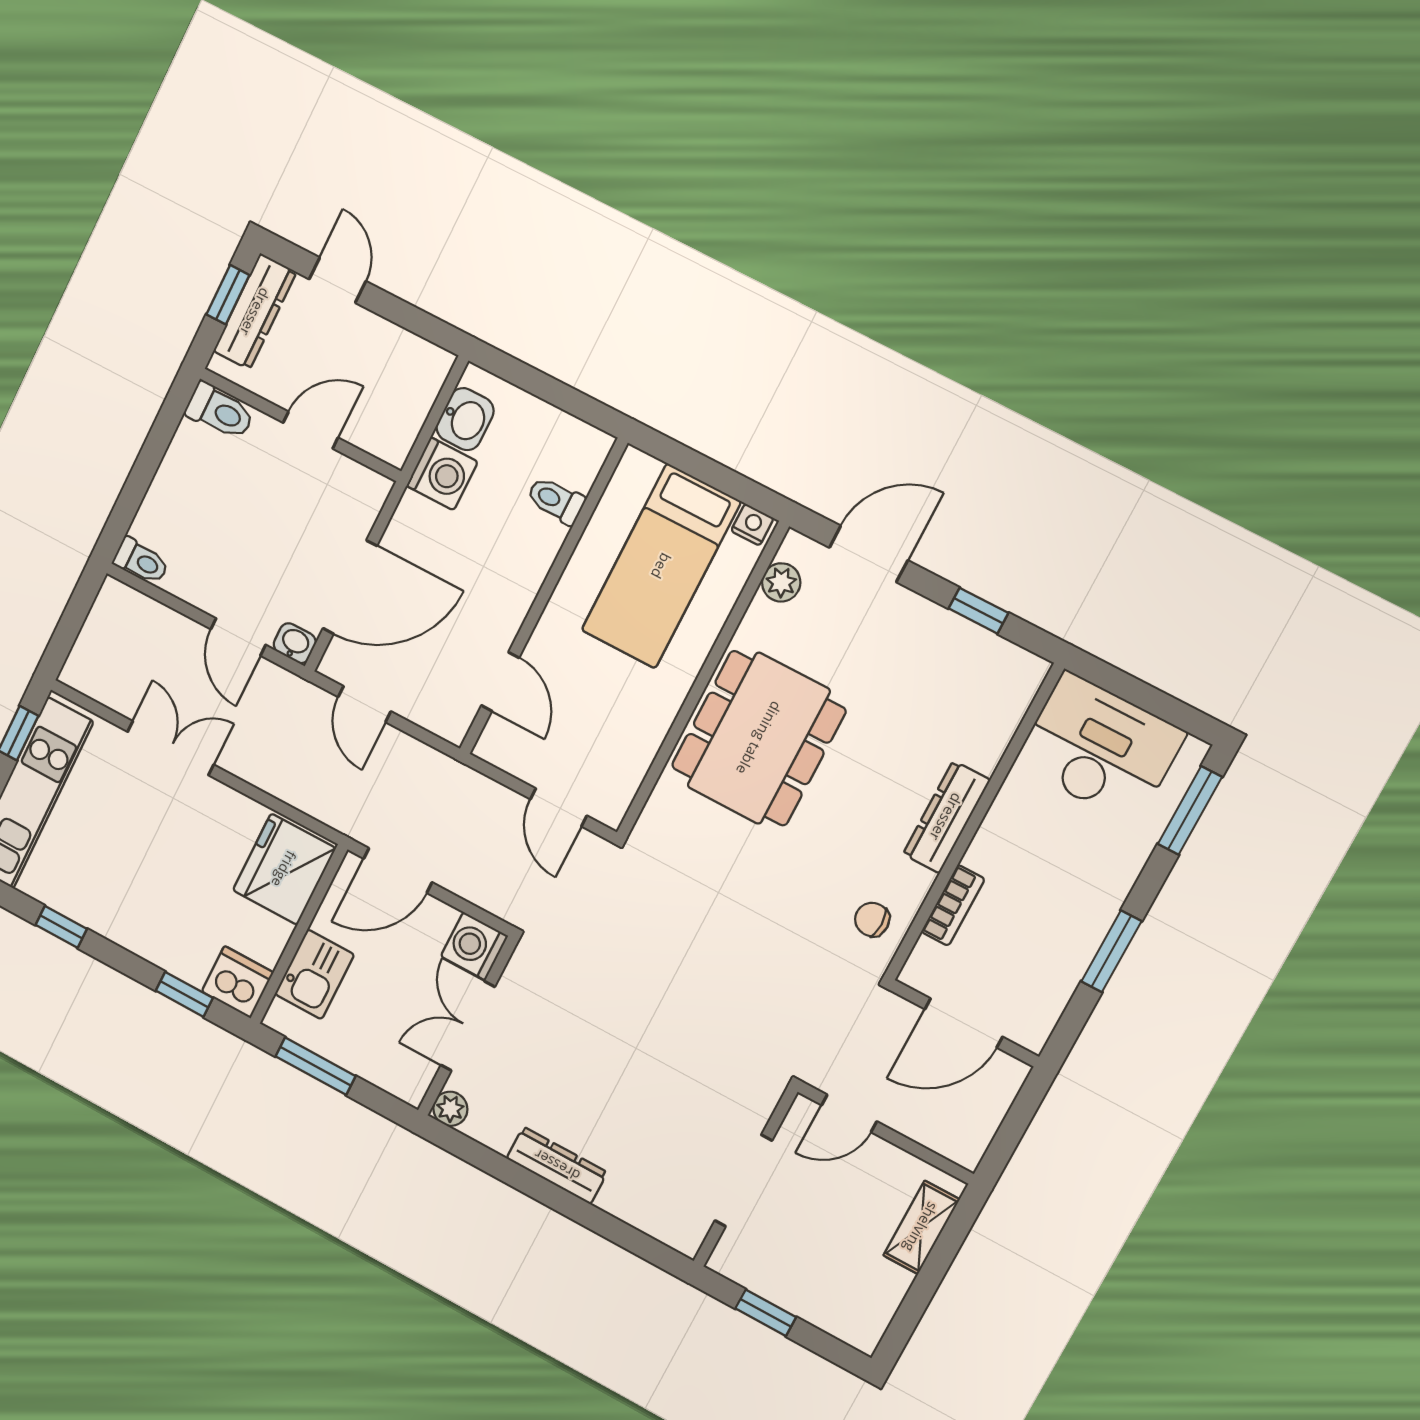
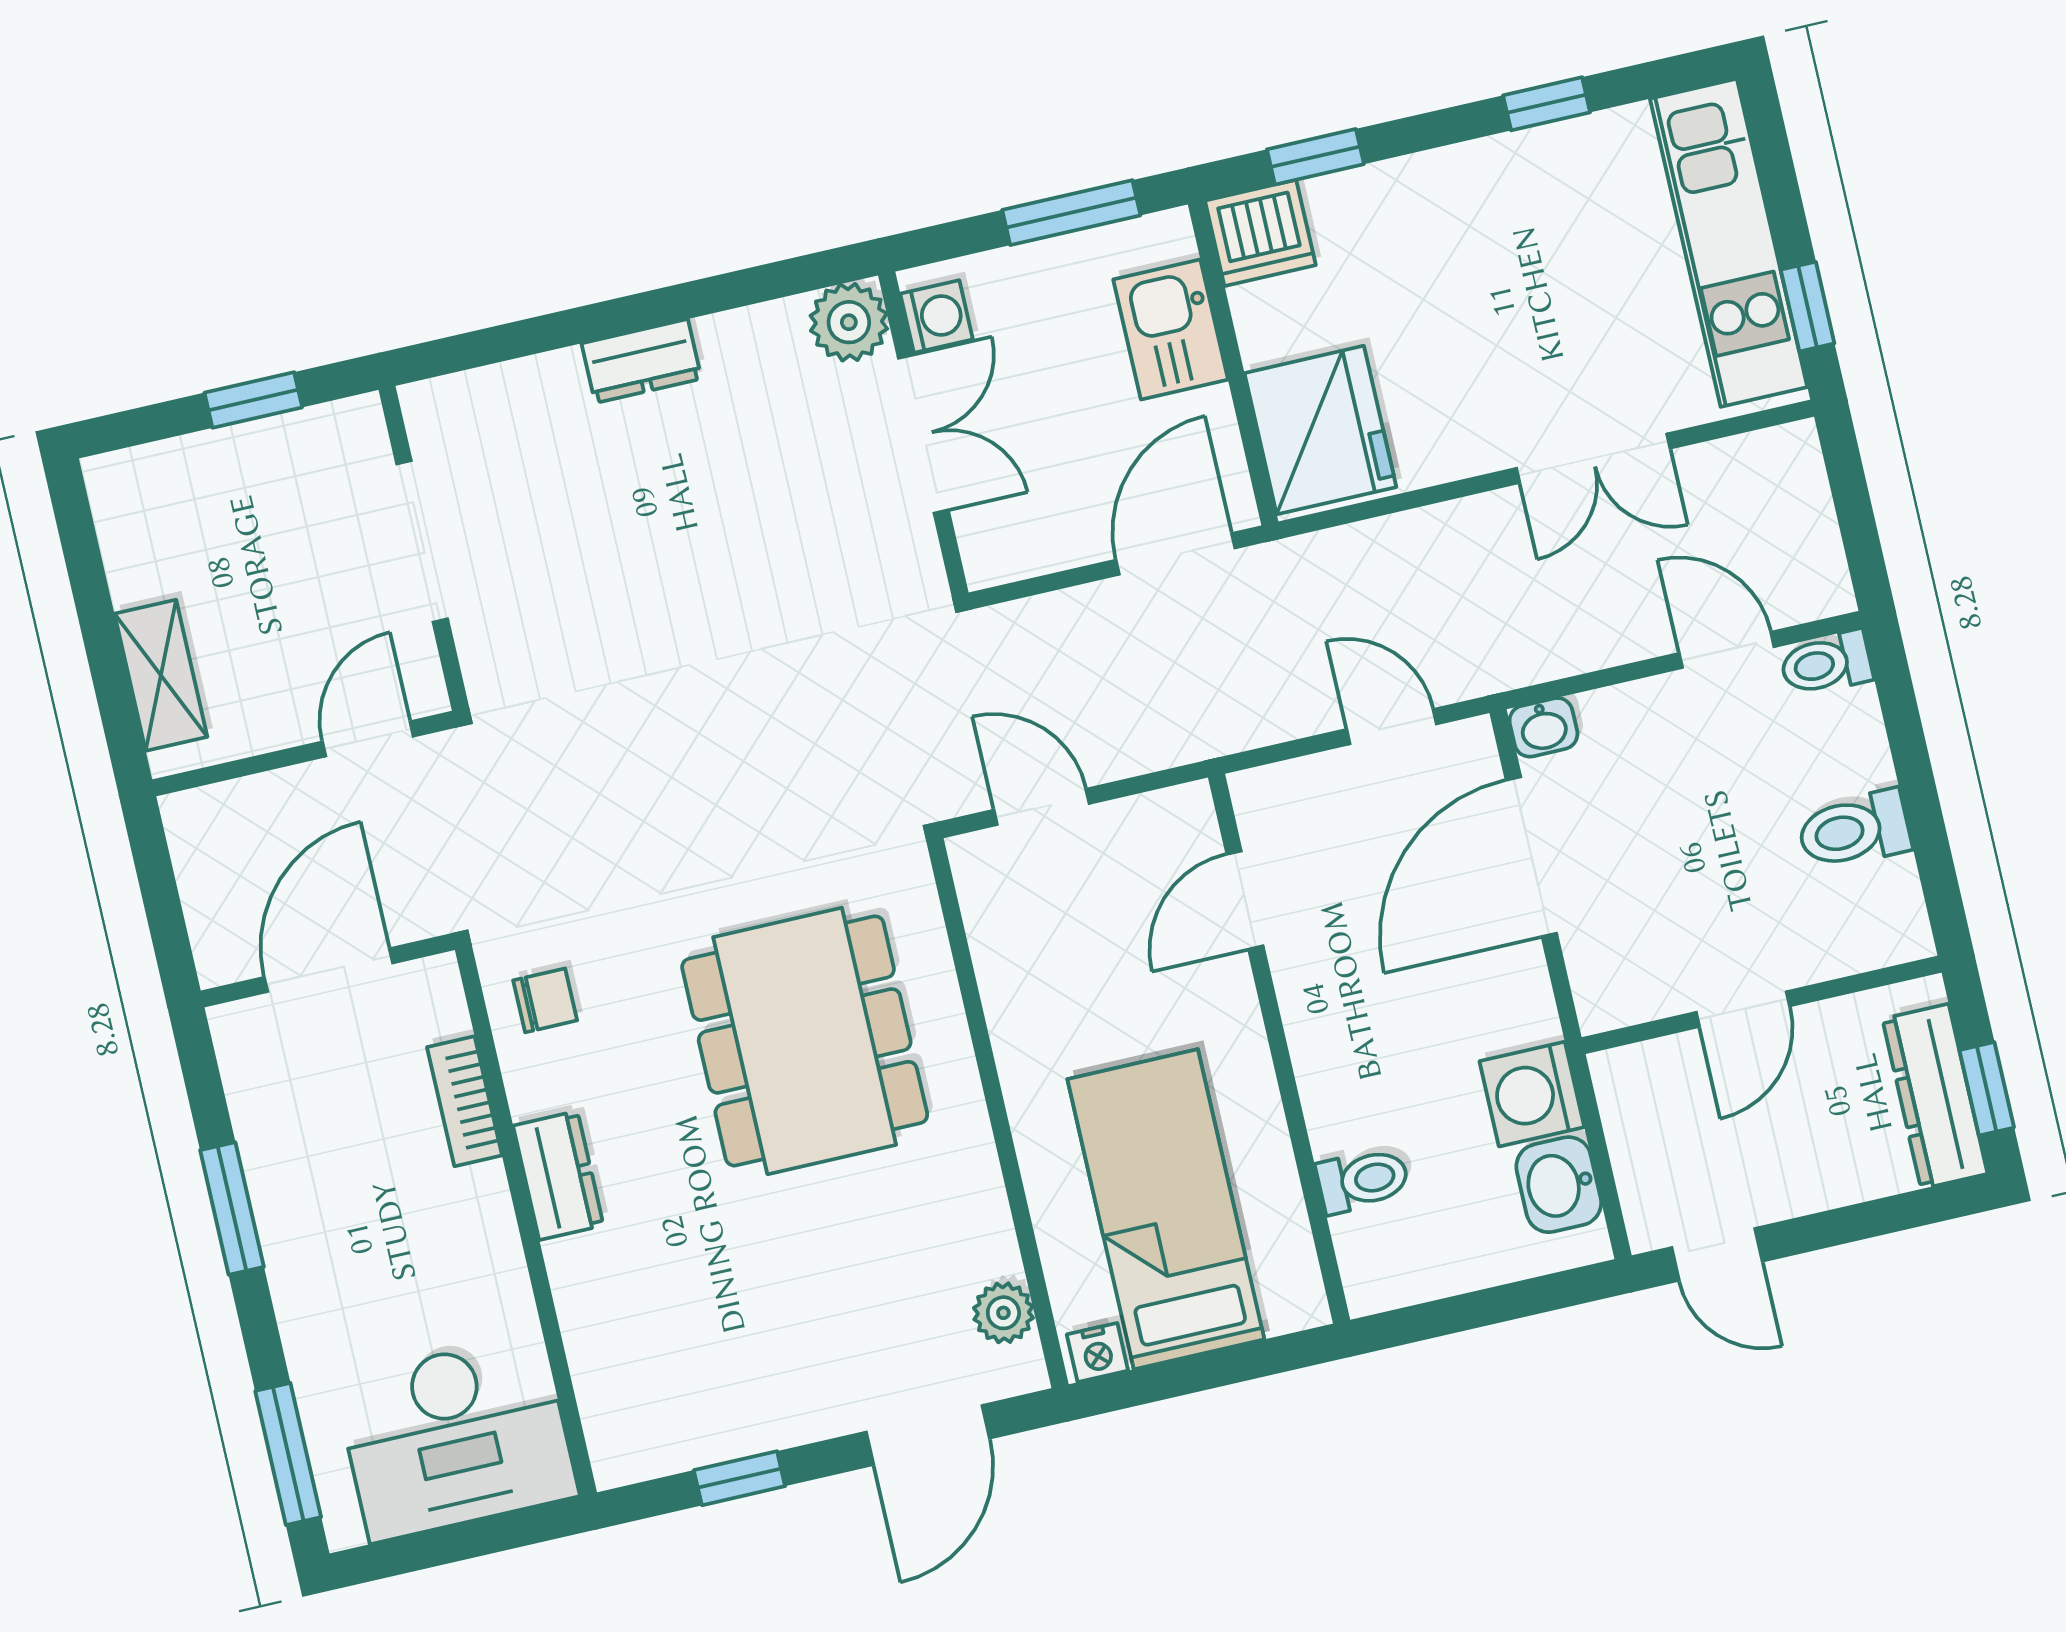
door: (338, 280) -> (1717, 1254), moved
toilet: (220, 411) -> (1854, 830), moved
door: (238, 637) -> (1727, 650), moved
door: (500, 682) -> (1245, 900), hinge flipped
dining table: (759, 738) -> (805, 1041), moved
dresser: (946, 817) -> (558, 1175), width x0.70
washing machine: (474, 946) -> (937, 317), moved, width x0.73, depth x0.73
plant: (450, 1109) -> (849, 322), width x1.38, depth x1.38
dresser: (557, 1165) -> (641, 361), width x0.70

